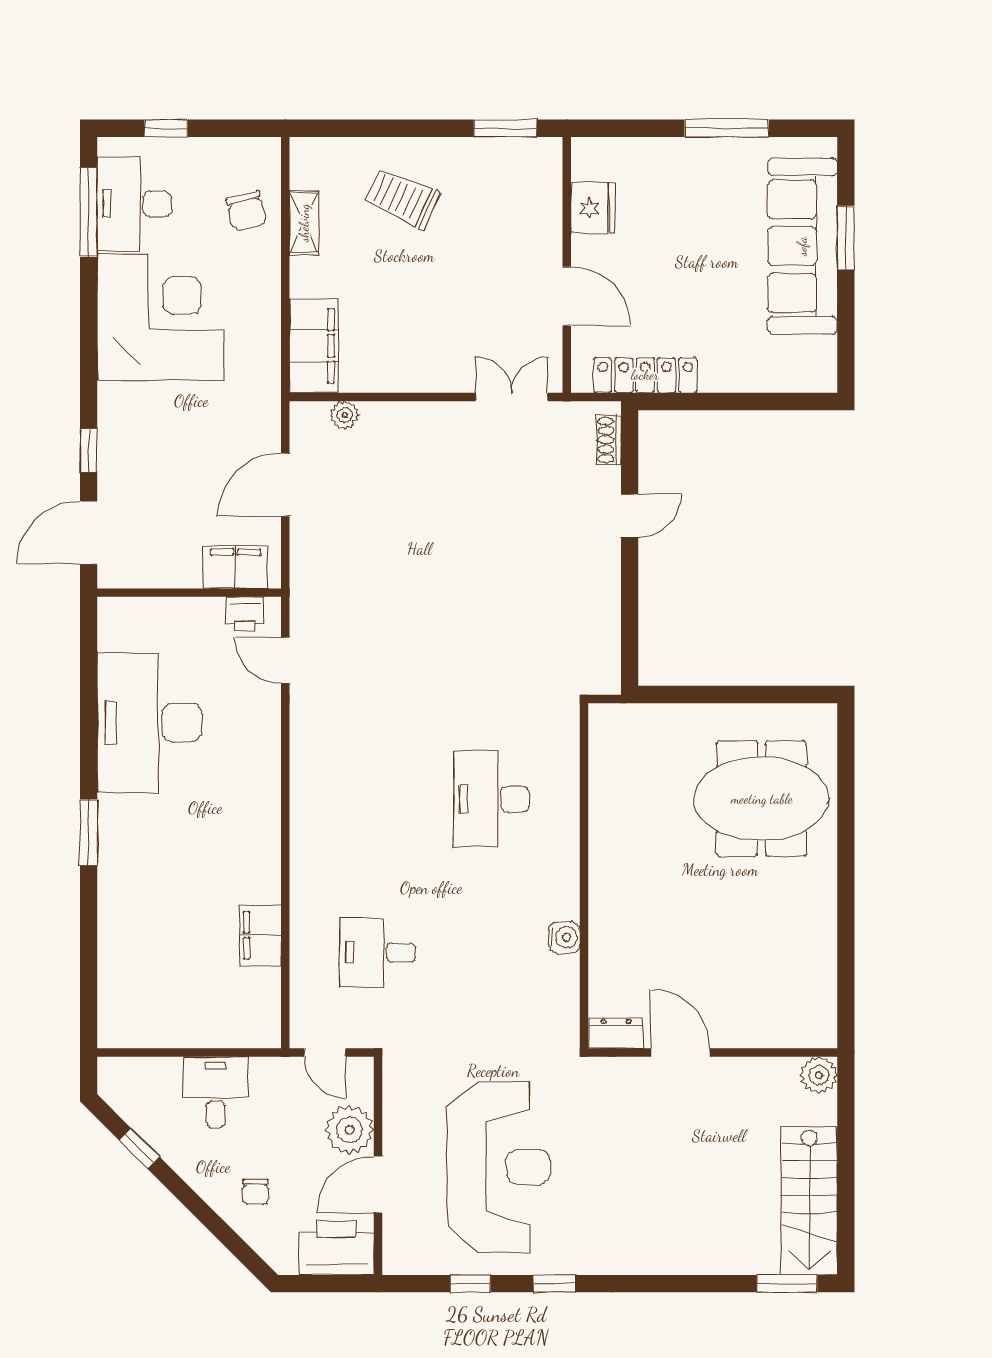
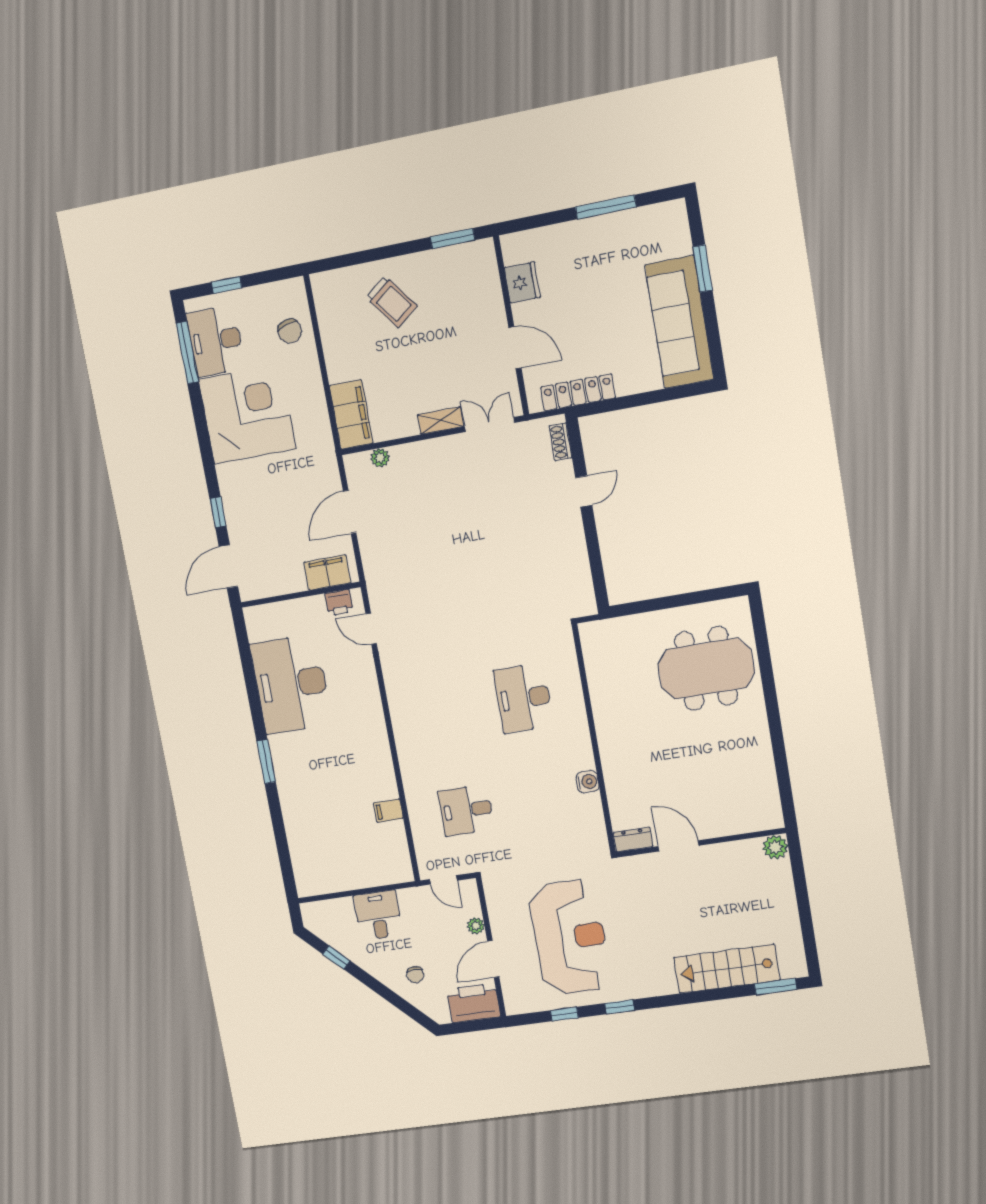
trolley: (402, 198) -> (391, 302), turned -151
shelving: (304, 223) -> (441, 421), moved, turned 90
sofa: (802, 246) -> (679, 322), moved
filing cabinet: (261, 935) -> (388, 811), width x0.50
plant: (349, 1130) -> (476, 926), width x0.53, depth x0.53
stairs: (809, 1201) -> (727, 969), moved, turned 90

